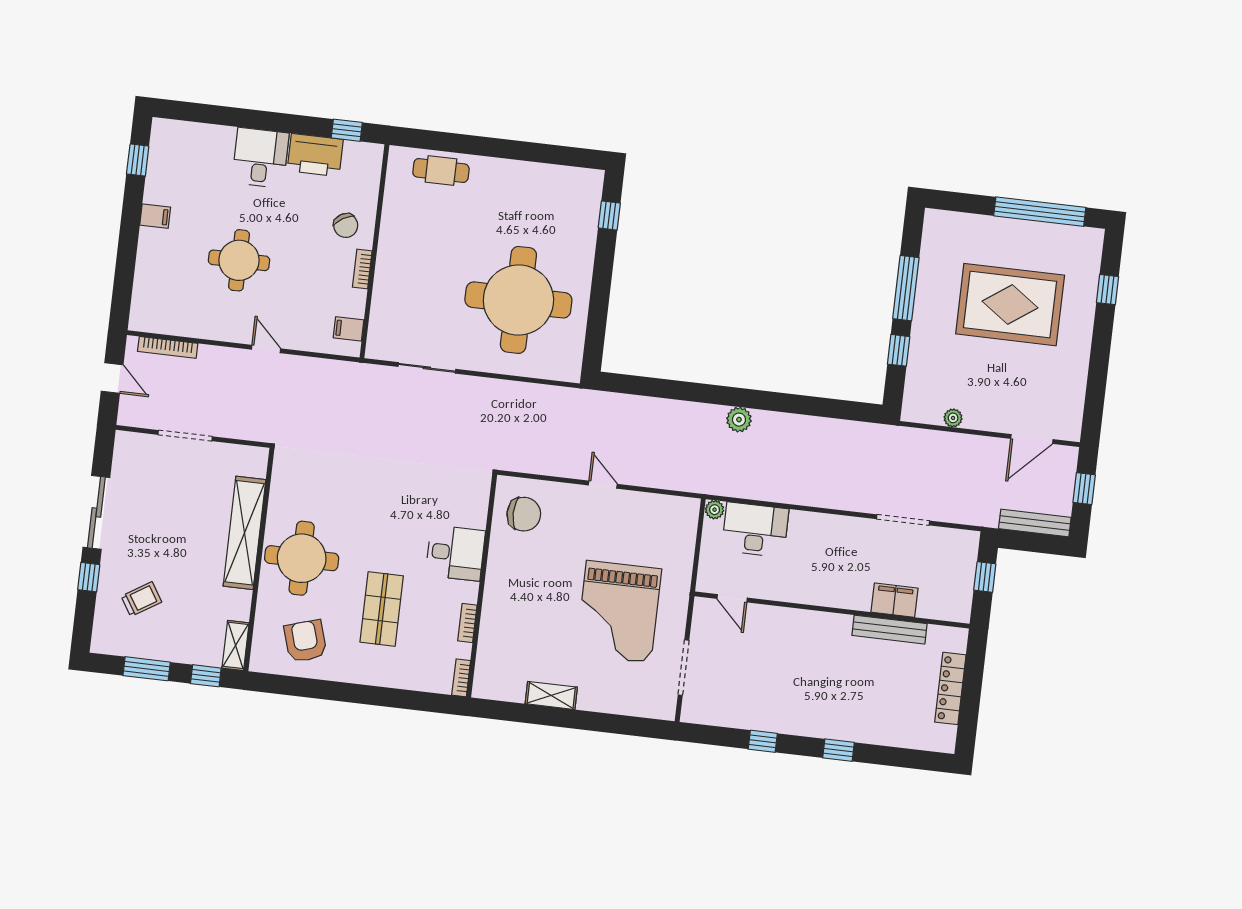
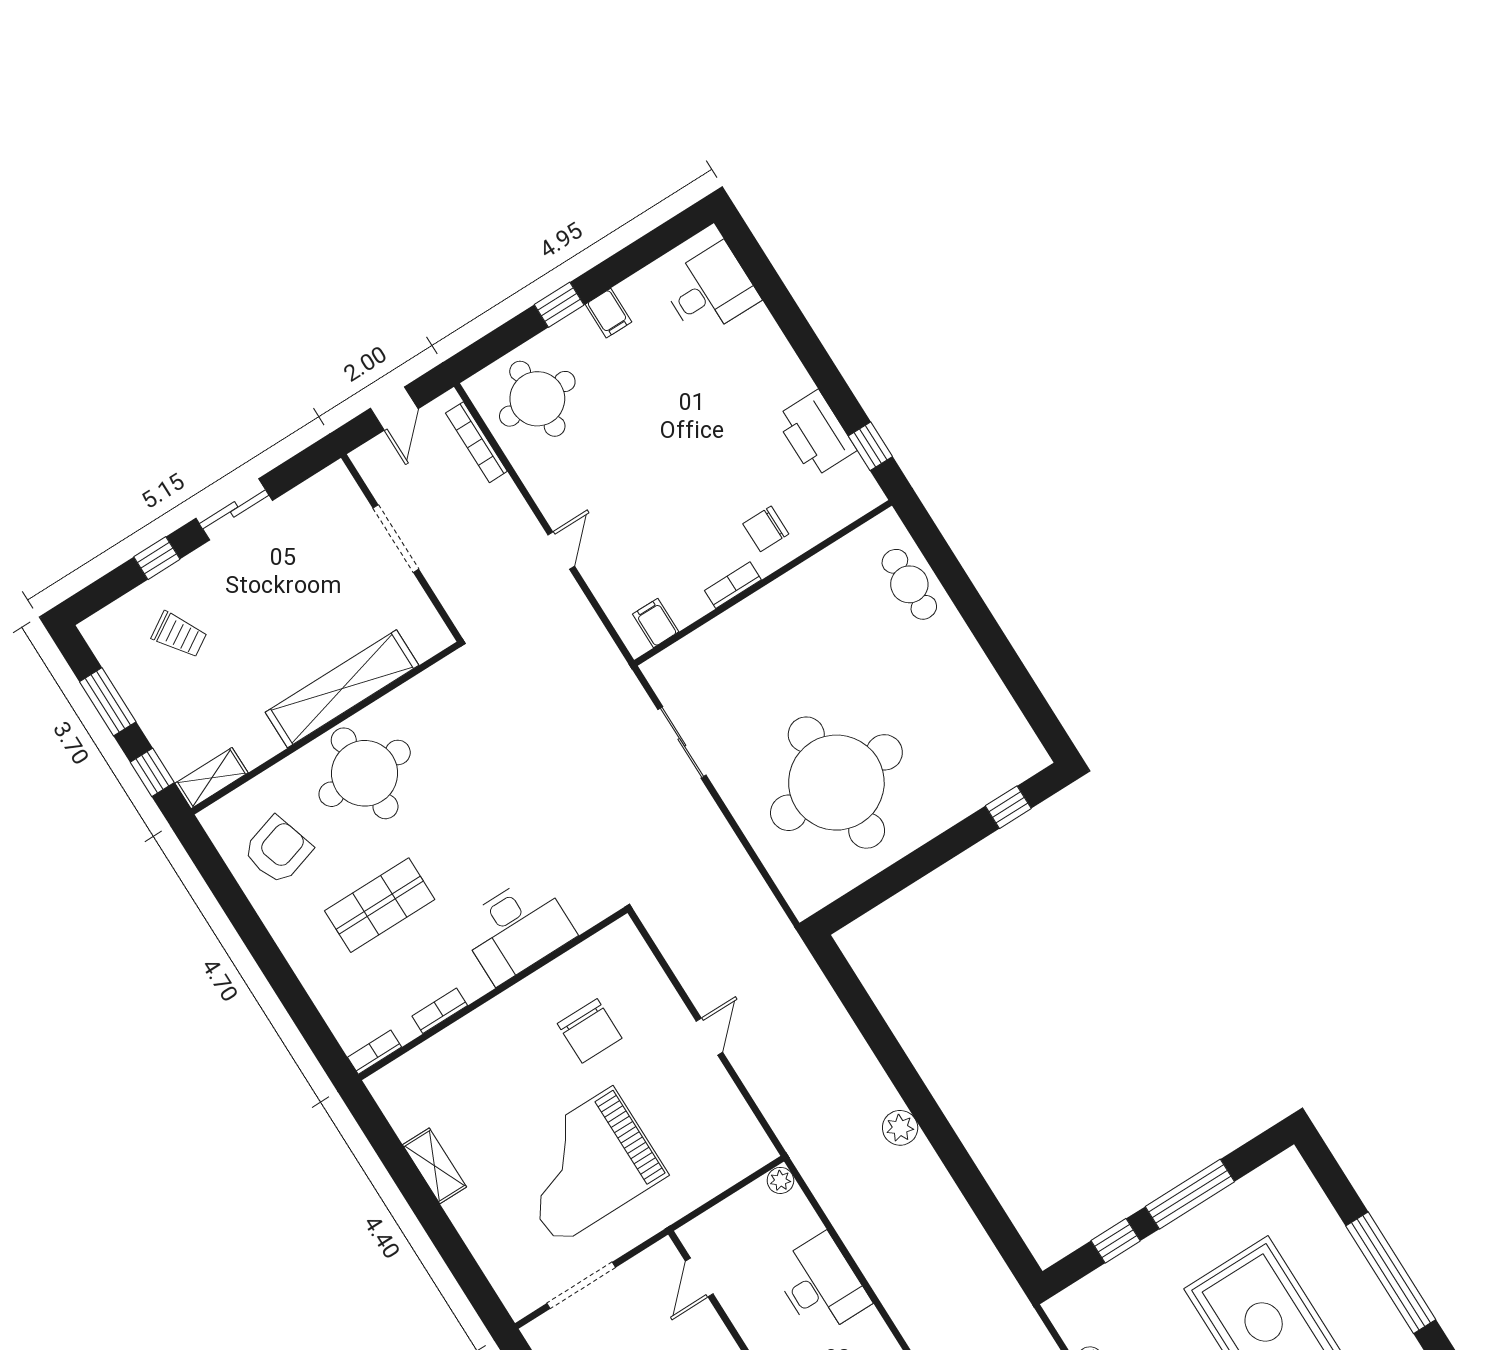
desk: (260, 158) -> (710, 290), moved
window: (138, 160) -> (559, 305), moved
chair: (346, 225) -> (766, 529), turned 31
round table: (239, 260) -> (537, 399), moved
sliding door: (96, 512) -> (234, 509), width x0.73
chair: (524, 514) -> (590, 1031), moved
desk: (755, 530) -> (821, 1285), moved
desk: (455, 553) -> (517, 929), width x1.37

